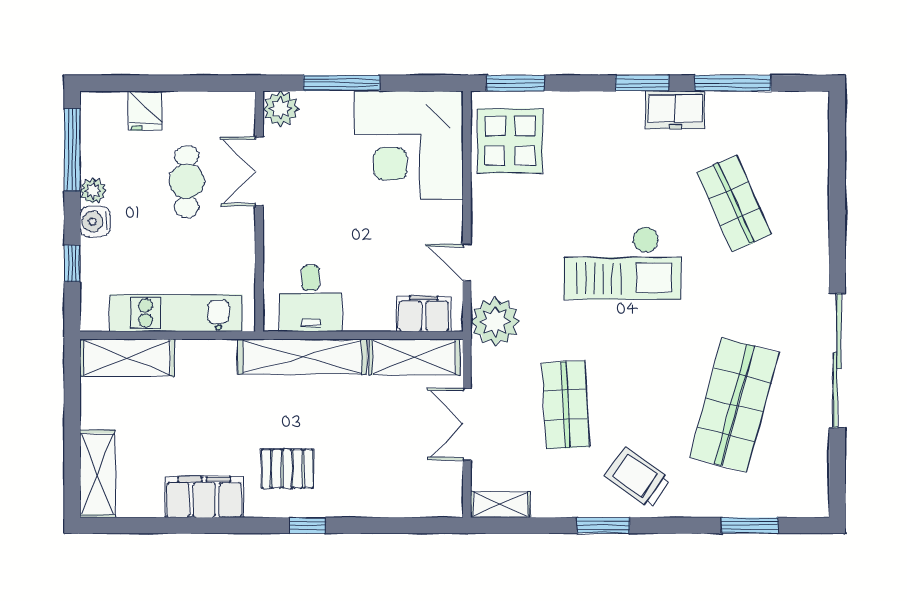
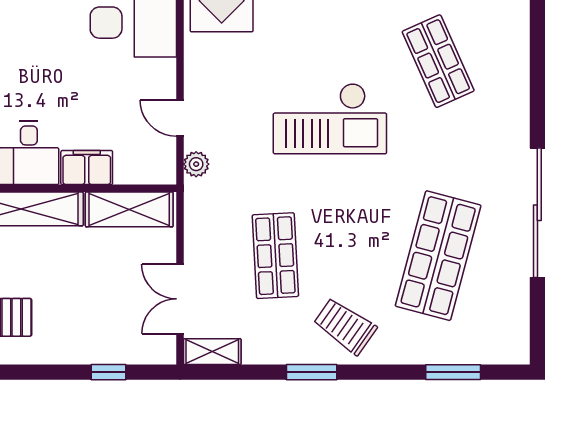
filing cabinet: (424, 314) -> (87, 168), moved
plant: (495, 322) -> (196, 164), width x0.53, depth x0.53
double door: (467, 424) -> (180, 299), moved
window: (307, 525) -> (109, 372), moved

